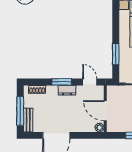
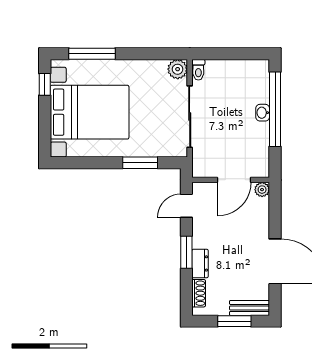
dresser: (67, 90) -> (200, 263), moved
window: (20, 111) -> (234, 321), width x0.69

